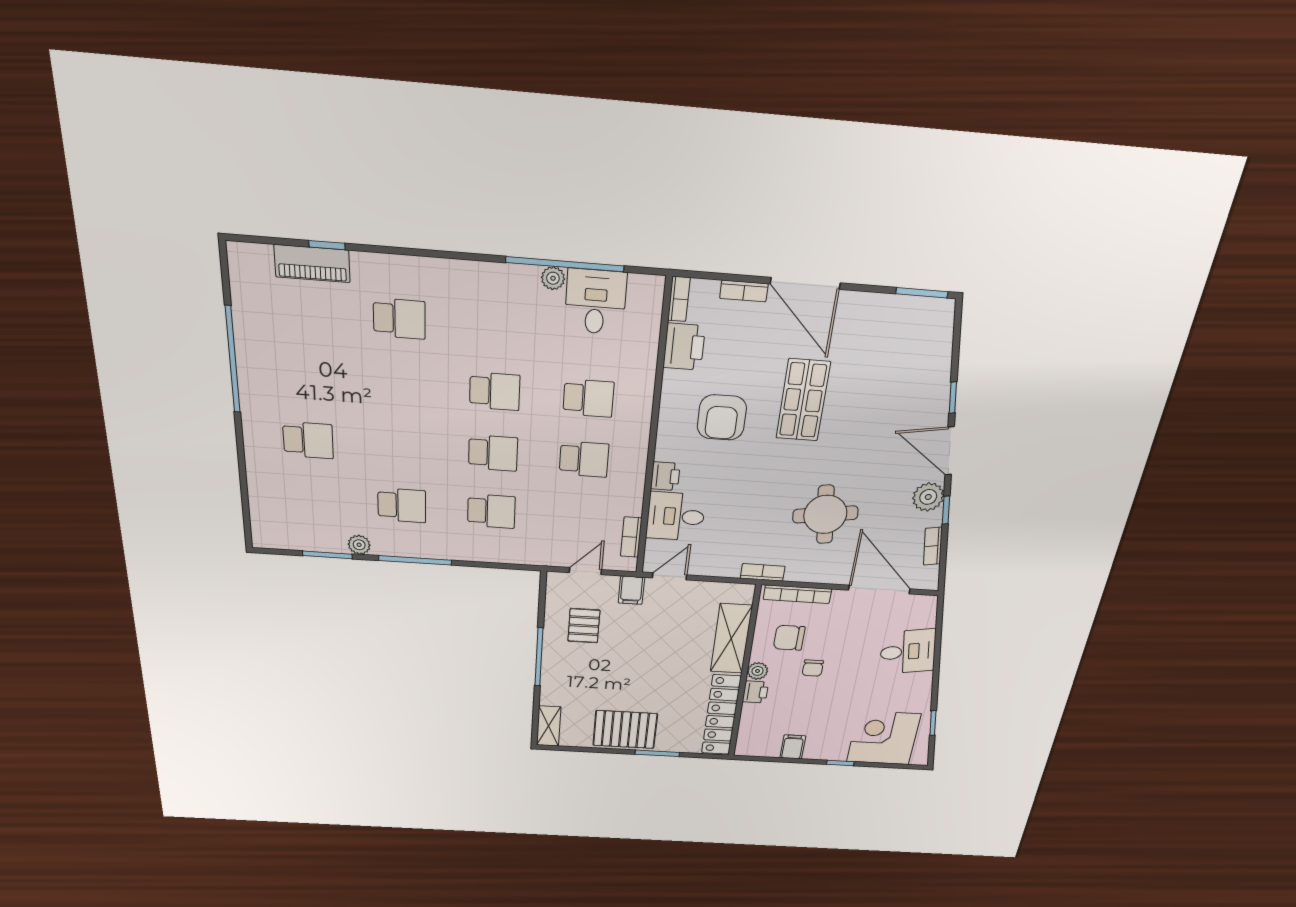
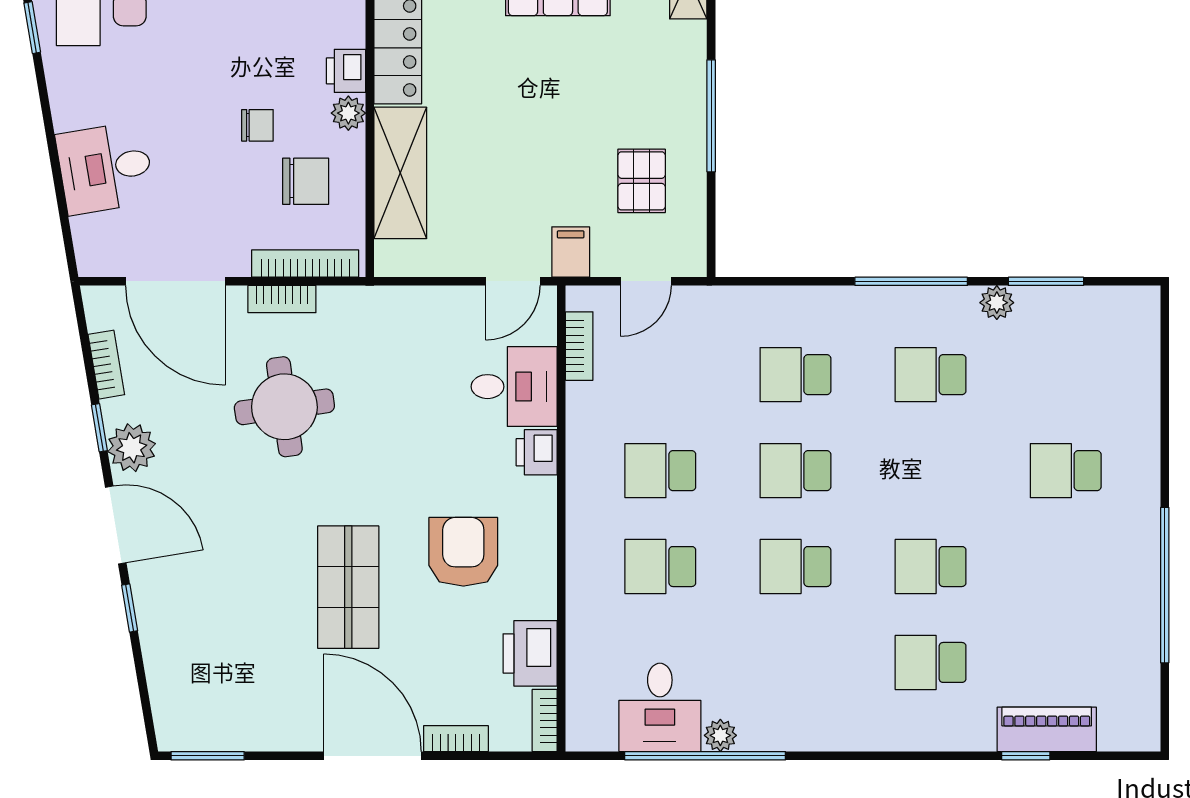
school desk: (400, 384) -> (931, 567), added
bookcase: (763, 572) -> (282, 299), moved
chair: (813, 668) -> (257, 125), turned 90

